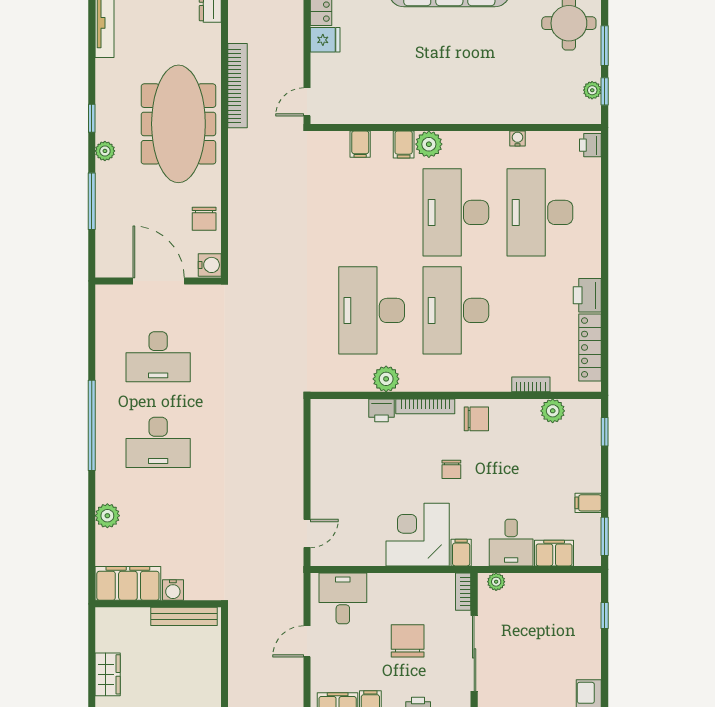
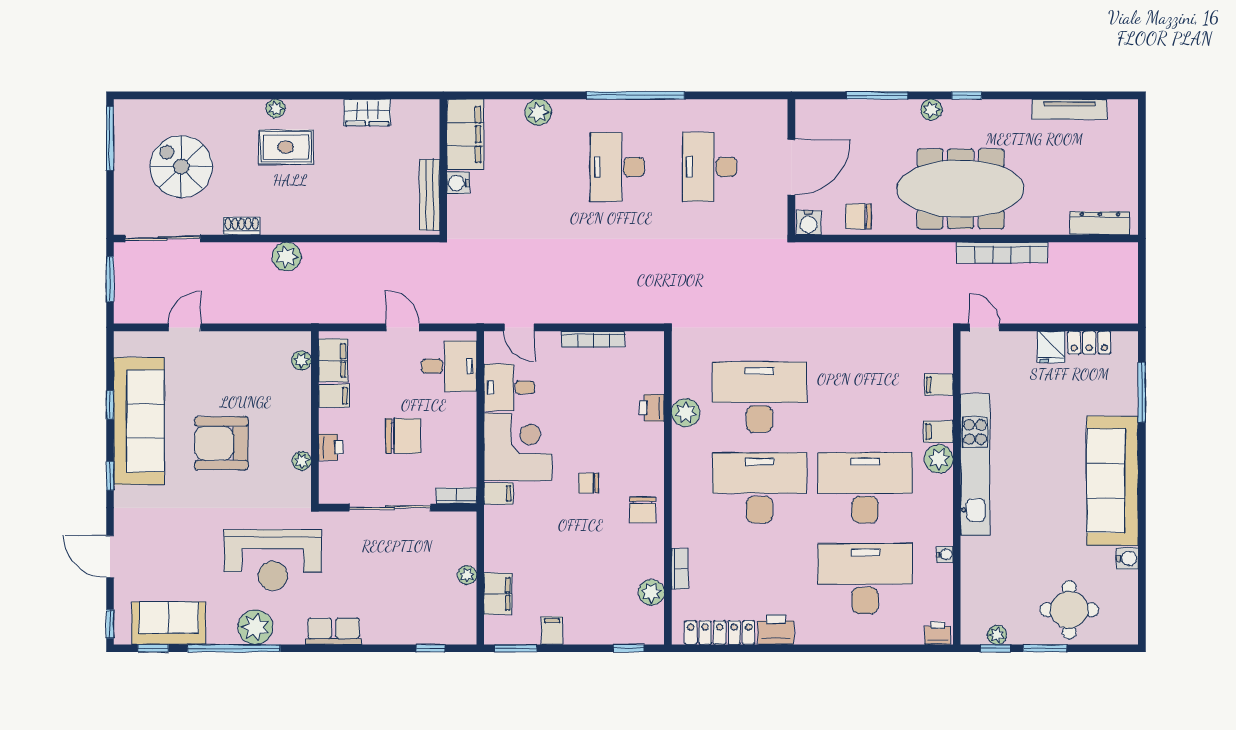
kitchen unit: (434, 111) -> (975, 465), added
bookcase: (425, 406) -> (593, 339), moved, turned -90
desk: (511, 543) -> (509, 387), moved
plant: (496, 582) -> (467, 575), moved

